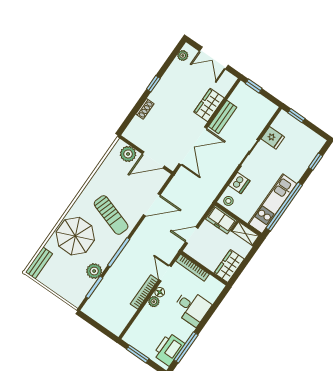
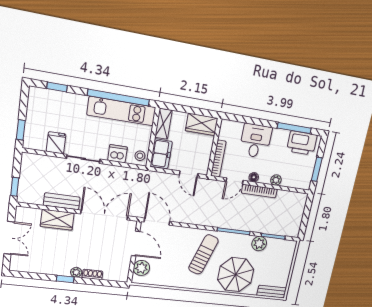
plant: (183, 56) -> (76, 272), moved
door: (152, 205) -> (157, 222), moved
plant: (154, 302) -> (276, 180), moved

